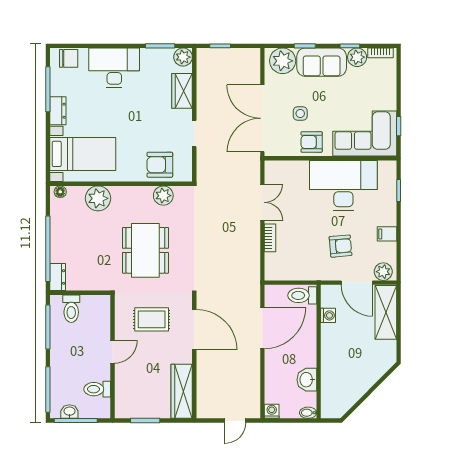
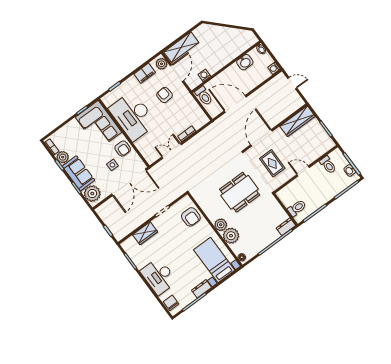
plant: (183, 57) -> (128, 245), removed
plant: (163, 196) -> (221, 225), moved
filing cabinet: (387, 234) -> (145, 73), width x2.00

